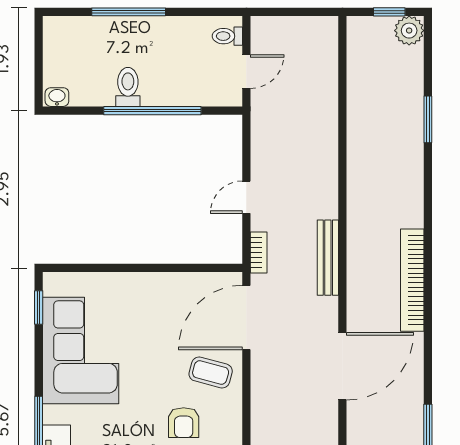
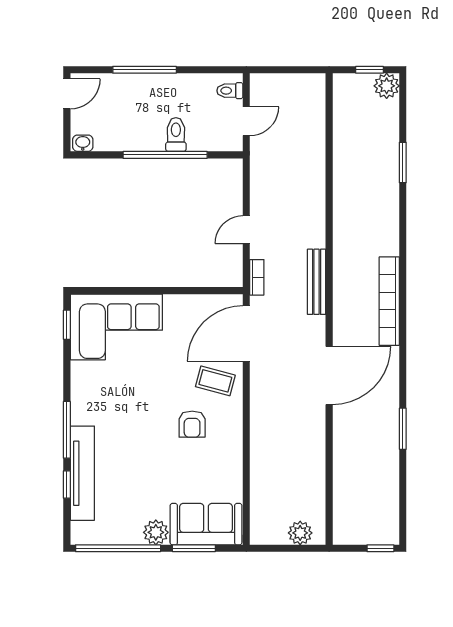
door: (39, 40) -> (67, 94), added
toilet: (128, 87) -> (176, 134), moved
corner sofa: (81, 350) -> (116, 327), moved, turned 90

